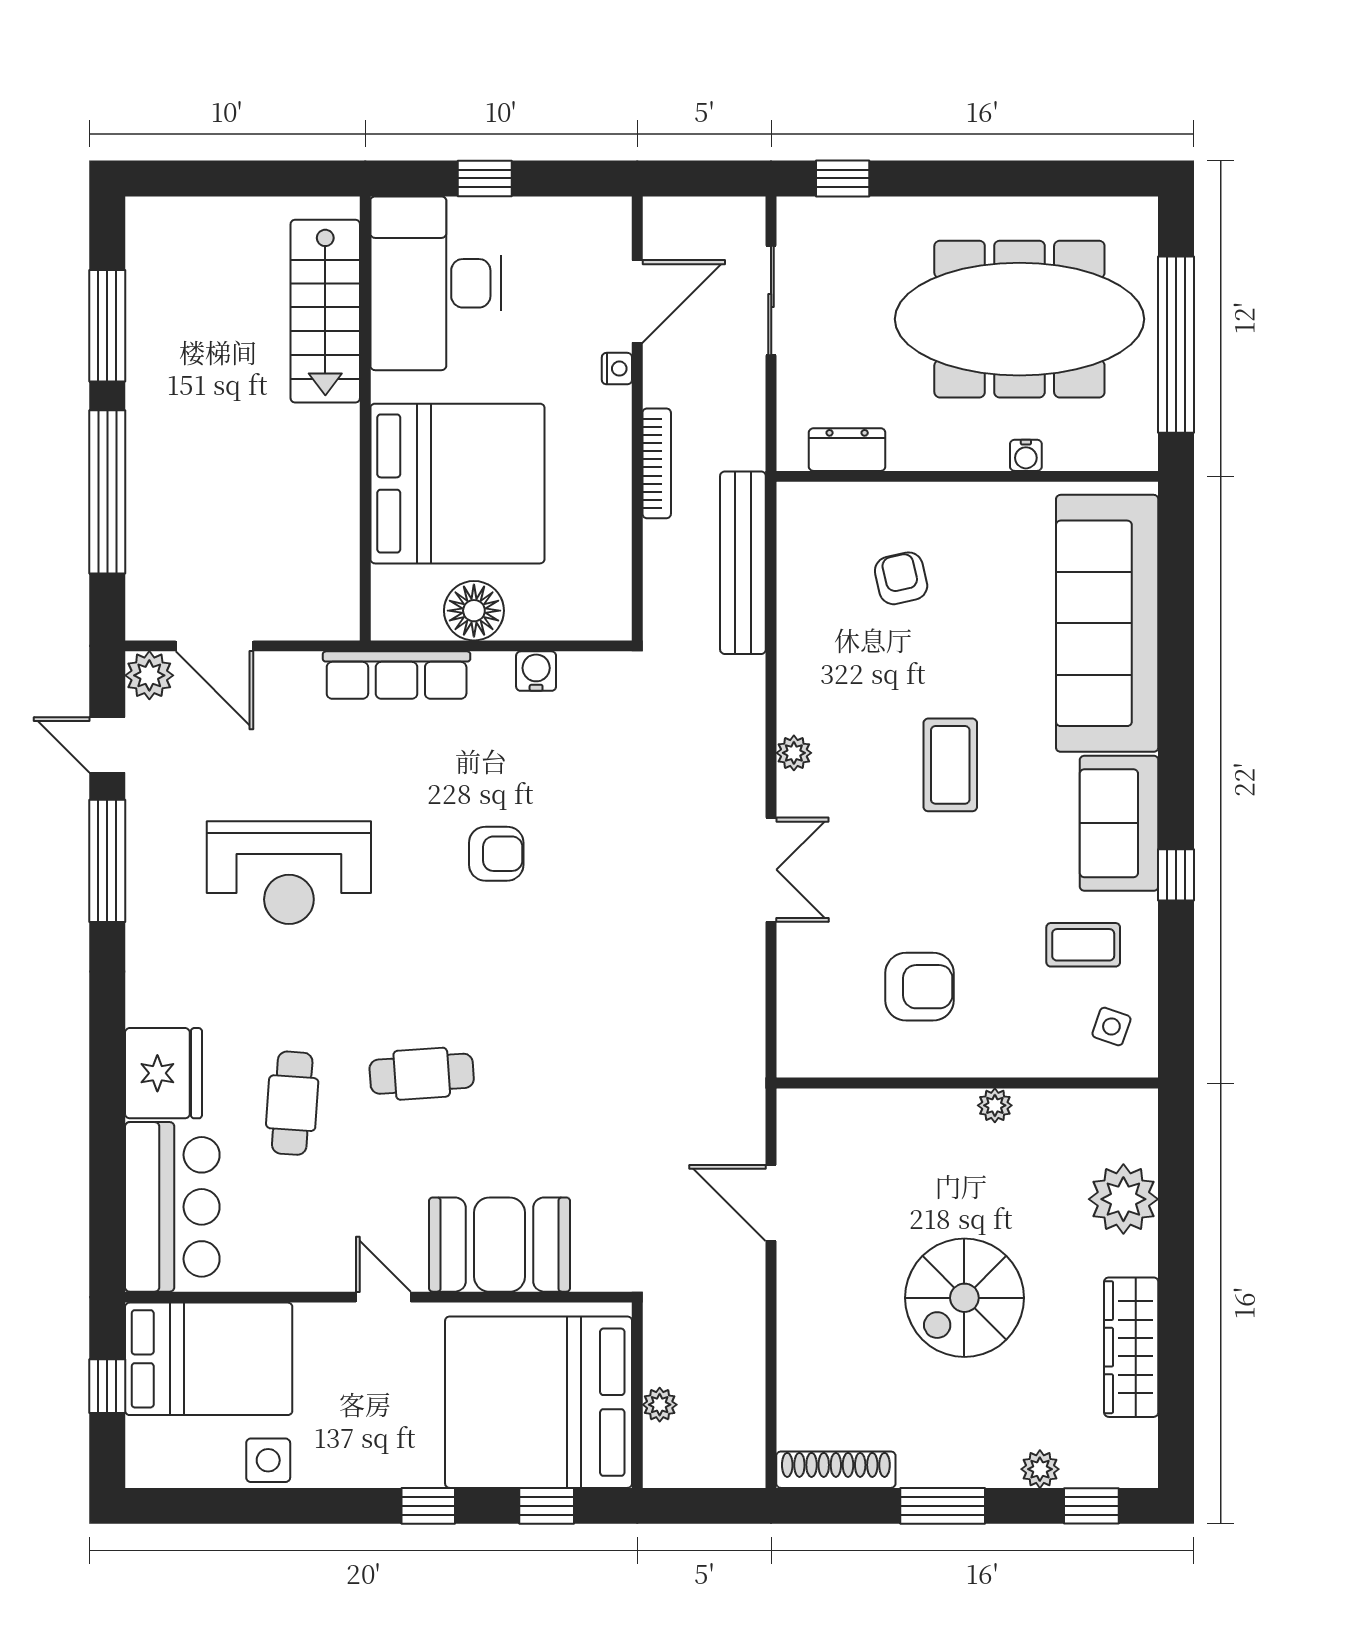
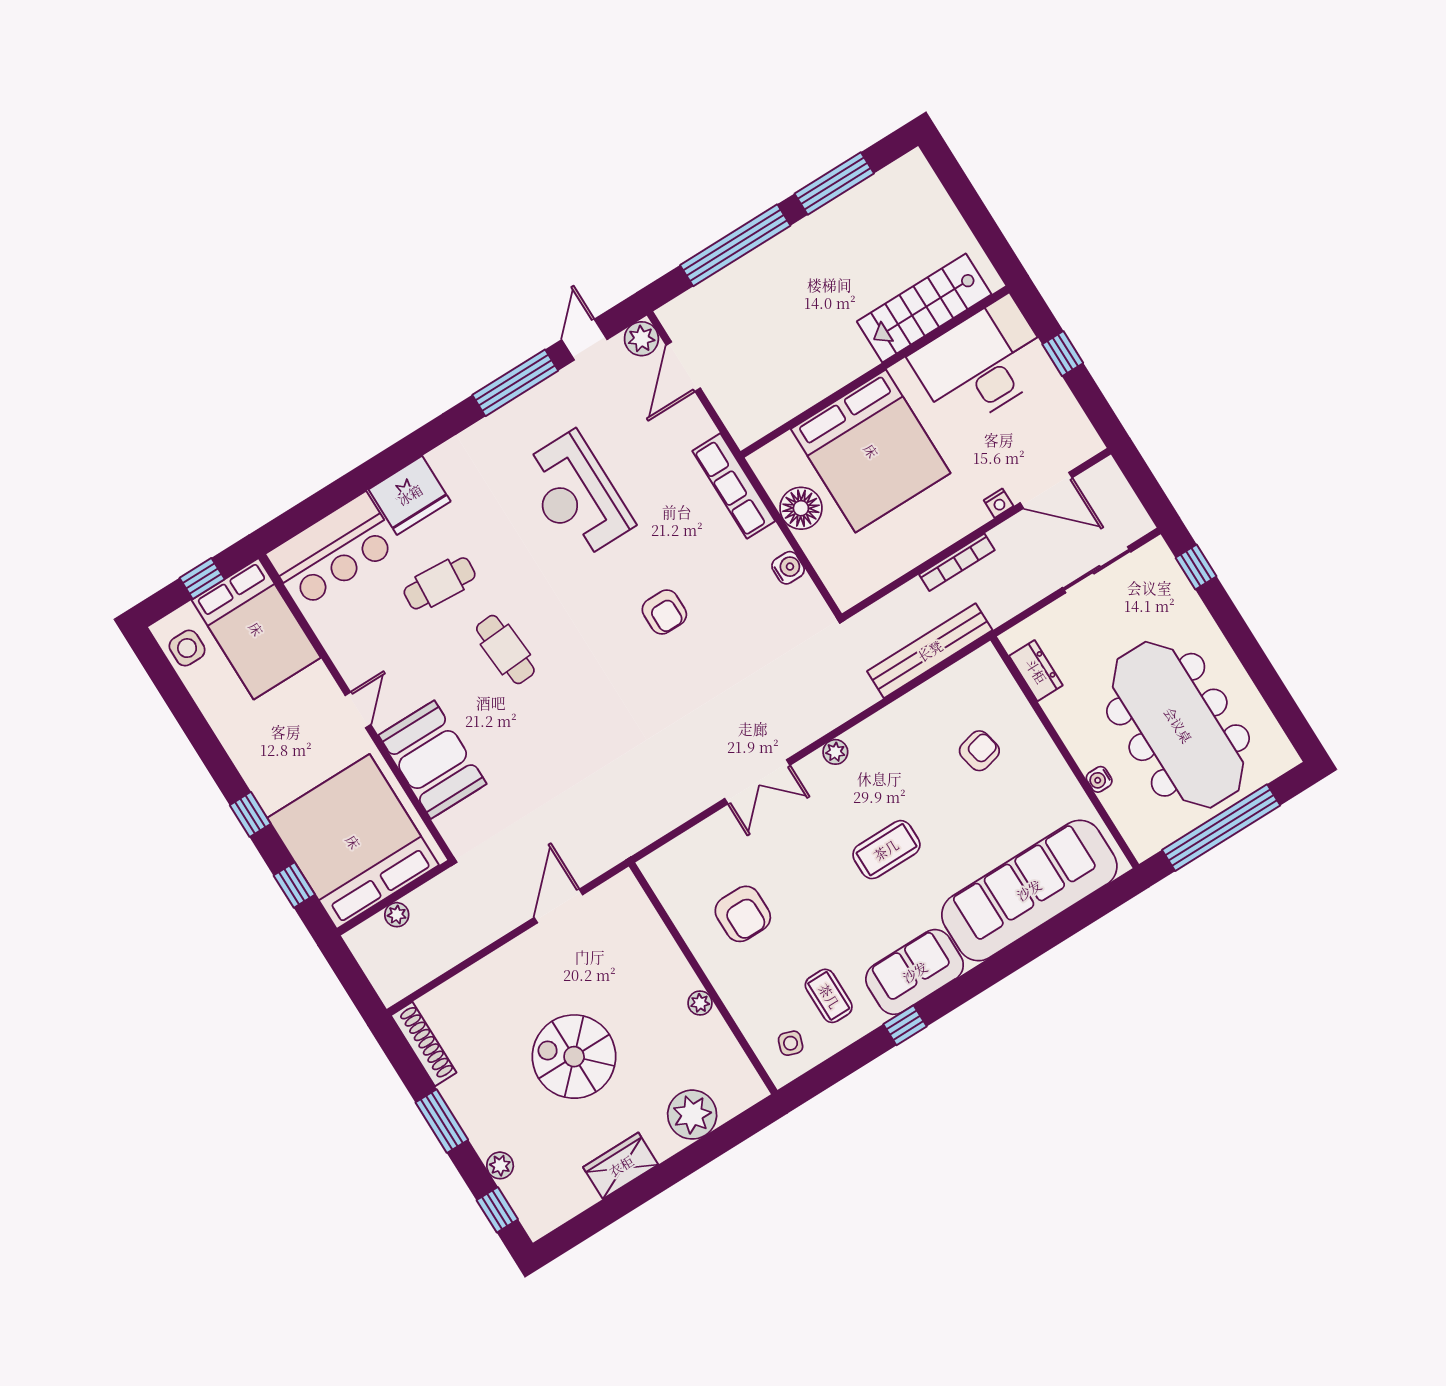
wardrobe: (1131, 1347) -> (621, 1166), width x0.67
side table: (268, 1460) -> (187, 648), moved

